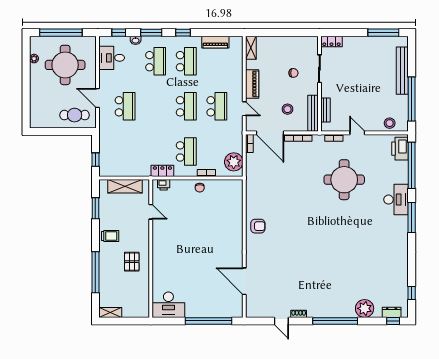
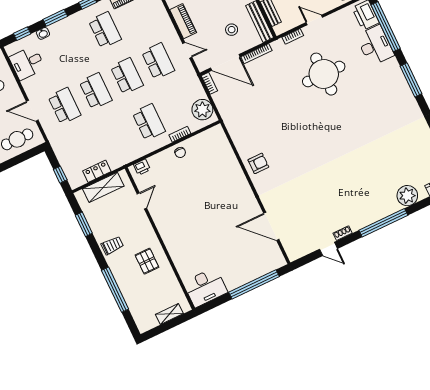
school desk: (156, 61) -> (96, 91), moved
locker: (162, 171) -> (97, 171), moved
desk: (396, 200) -> (375, 45), moved
door: (151, 212) -> (142, 201), hinge flipped
shelving: (110, 312) -> (169, 314), moved

